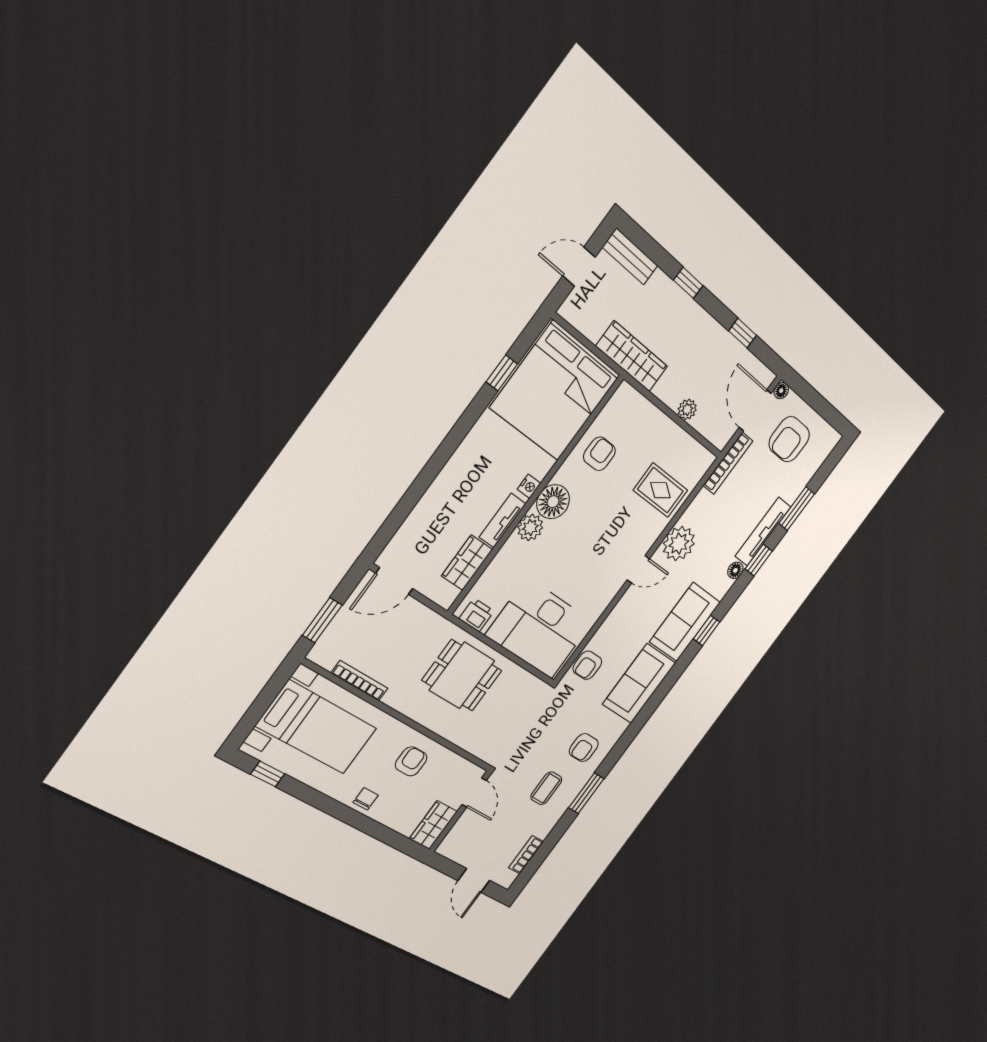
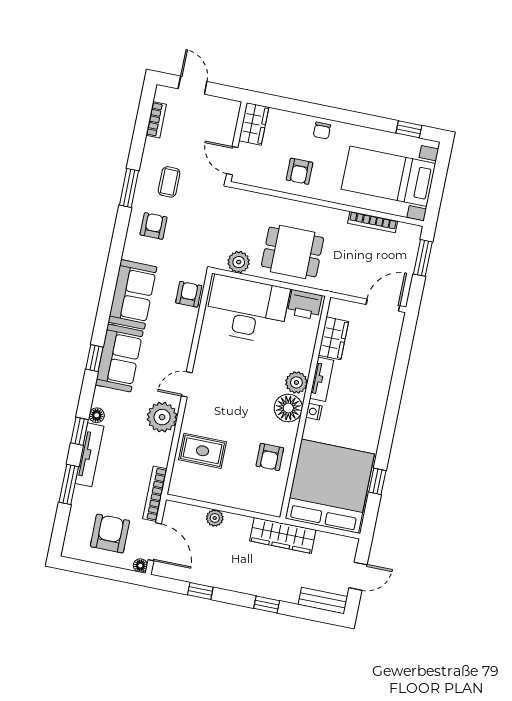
printer: (477, 615) -> (305, 305), width x1.36, depth x1.24
plant: (522, 683) -> (239, 262), added

